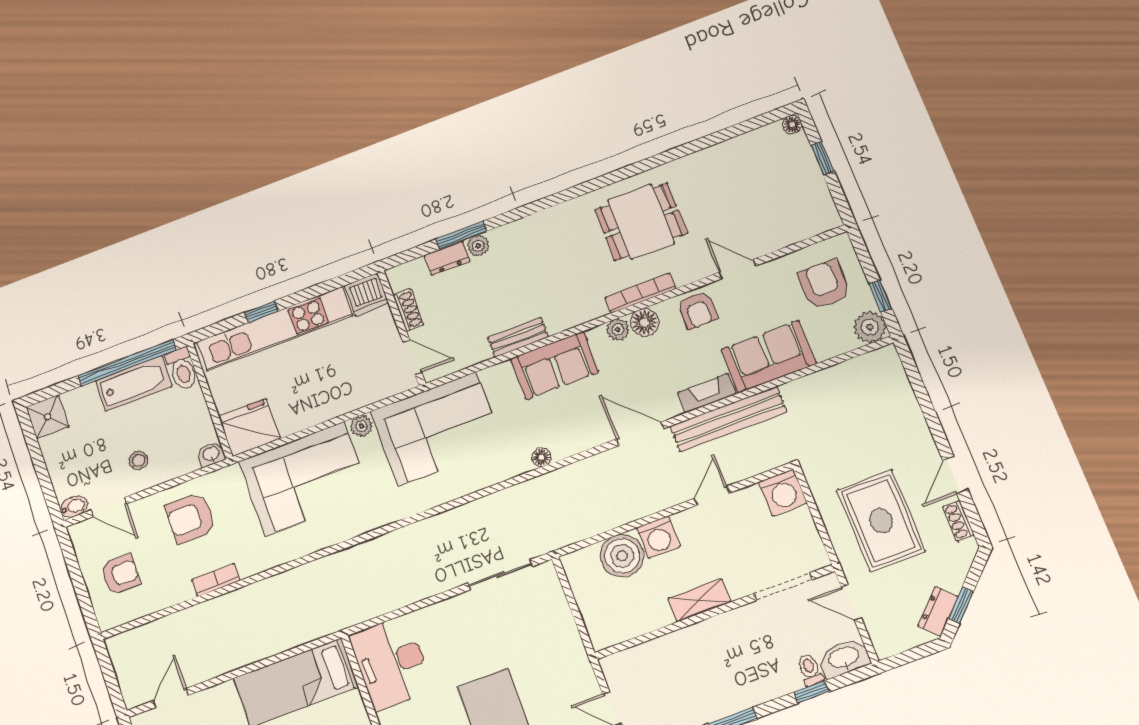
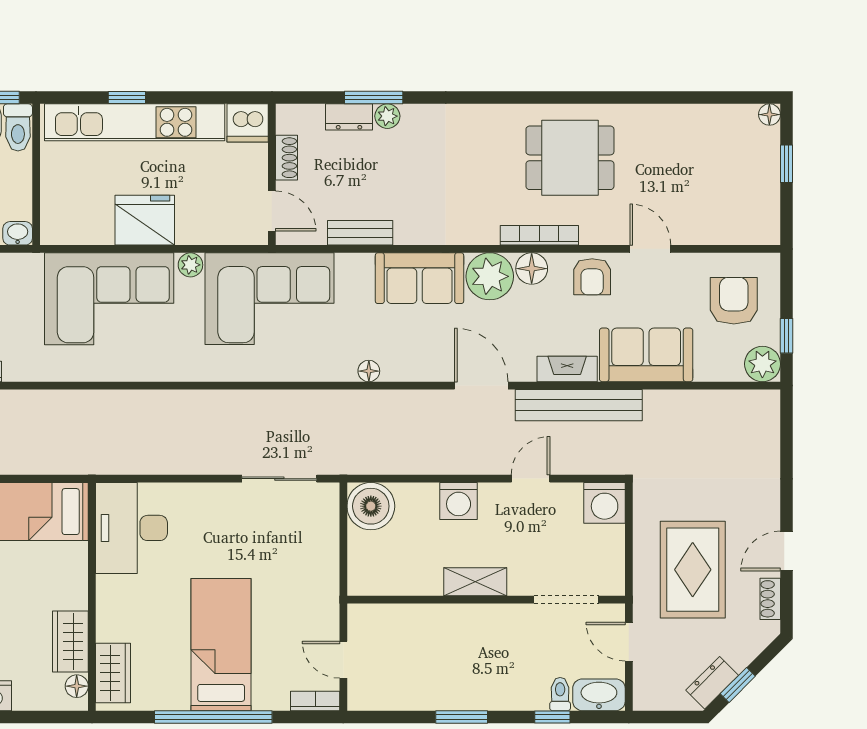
plant: (618, 330) -> (490, 276), width x1.88, depth x1.88
bench: (518, 337) -> (360, 233), moved
fridge: (249, 427) -> (145, 220), moved
boiler: (622, 556) -> (371, 506), moved

